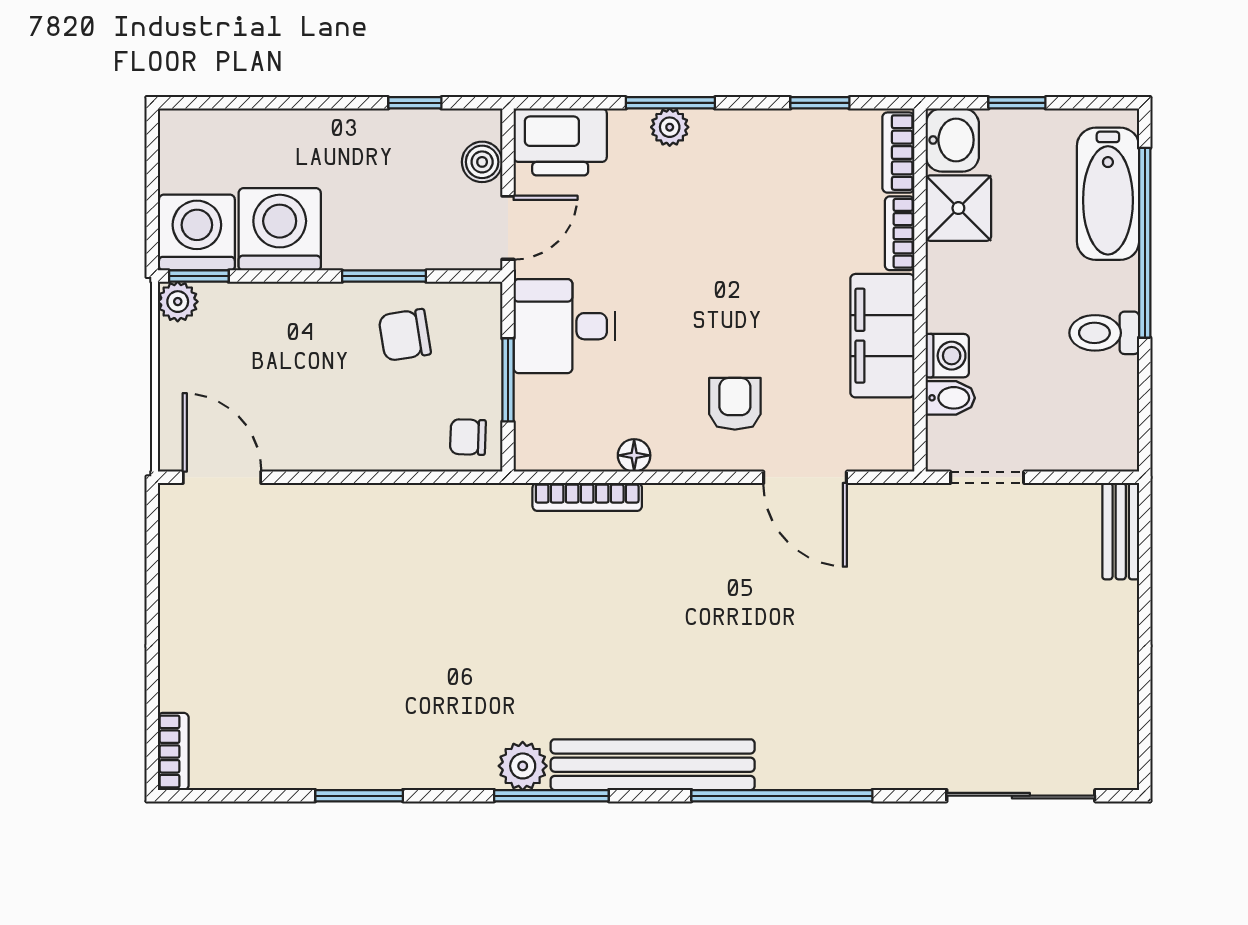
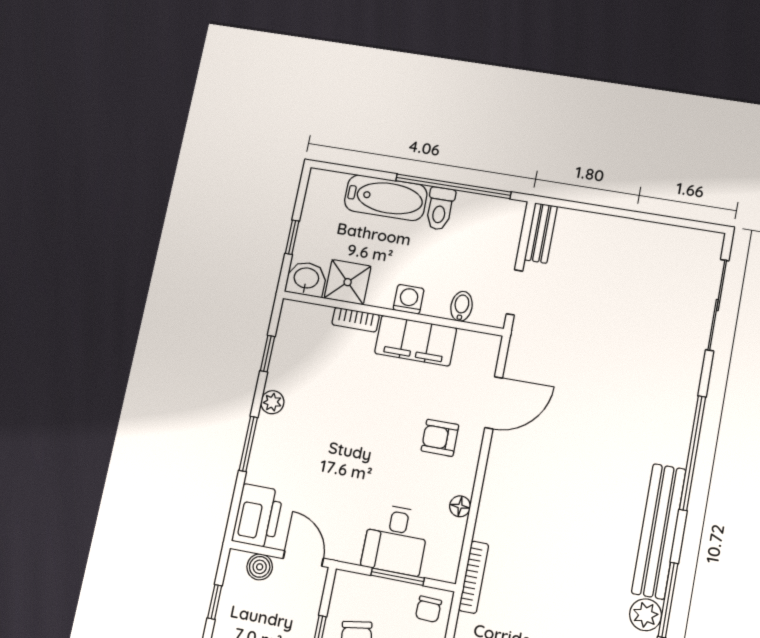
plant: (670, 127) -> (272, 402), moved
bookcase: (898, 153) -> (307, 312), removed
bathtub: (1108, 194) -> (386, 198), moved
window: (1145, 243) -> (453, 186), moved
desk: (564, 326) -> (396, 539), moved
washing machine: (947, 356) -> (409, 299), moved
bookcase: (587, 497) -> (474, 577), moved
bench: (1121, 531) -> (541, 233), moved, turned 90

